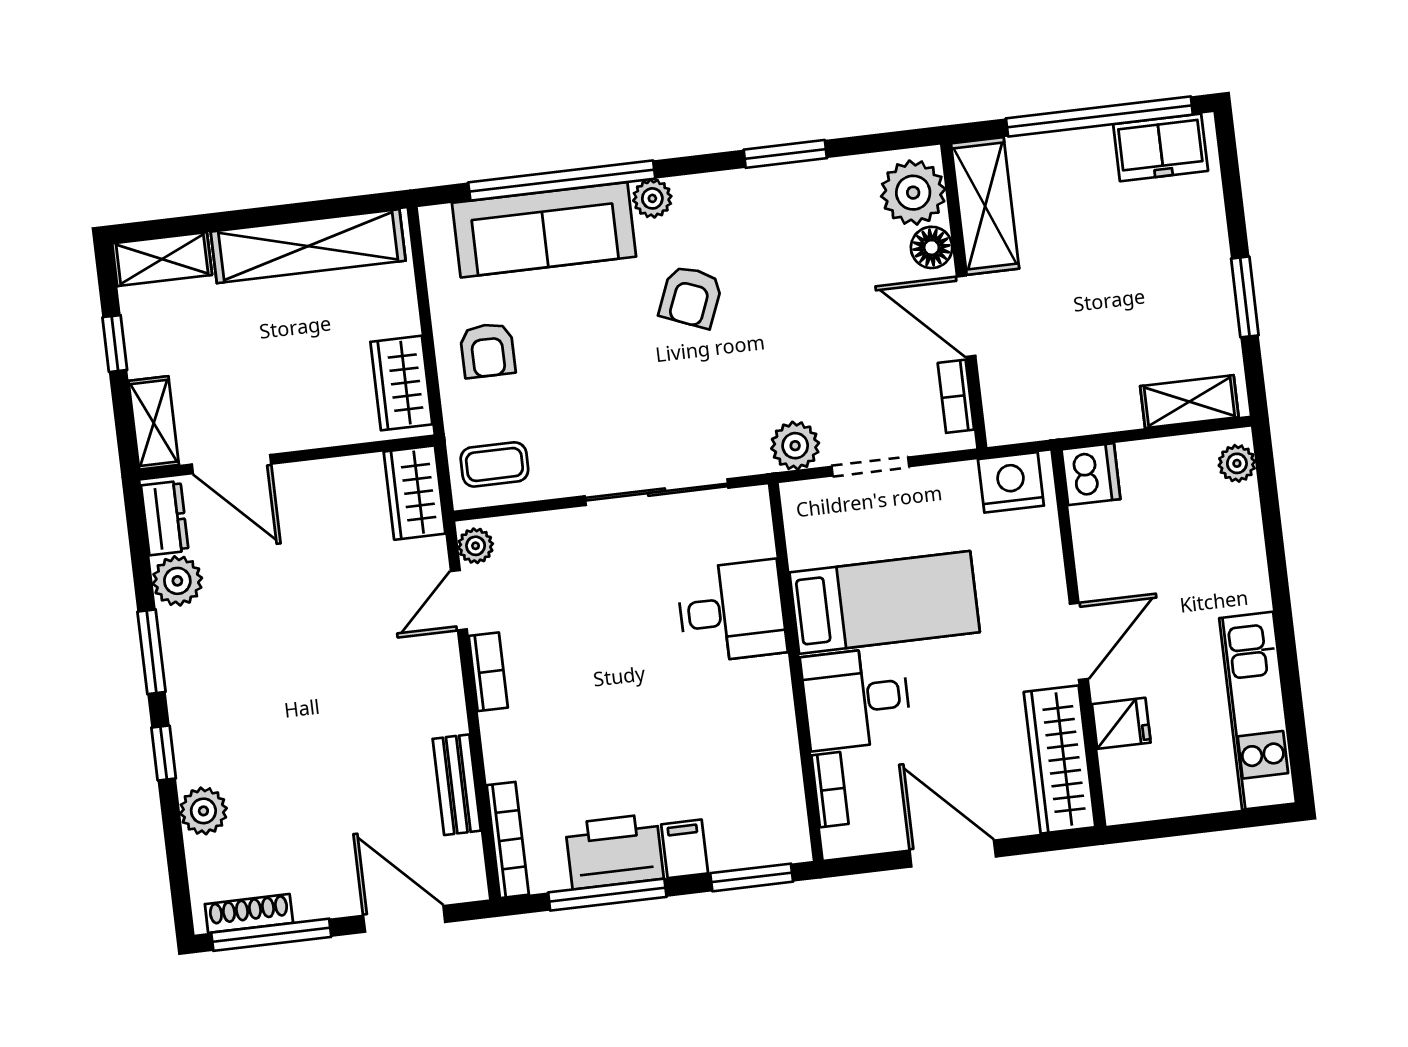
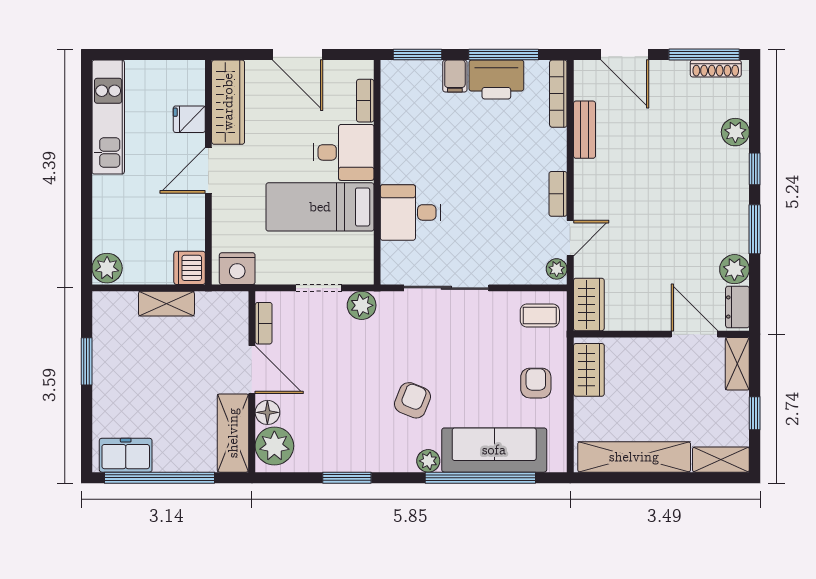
shelving: (1189, 402) -> (166, 304), moved
plant: (1237, 463) -> (107, 268), width x1.38, depth x1.38

